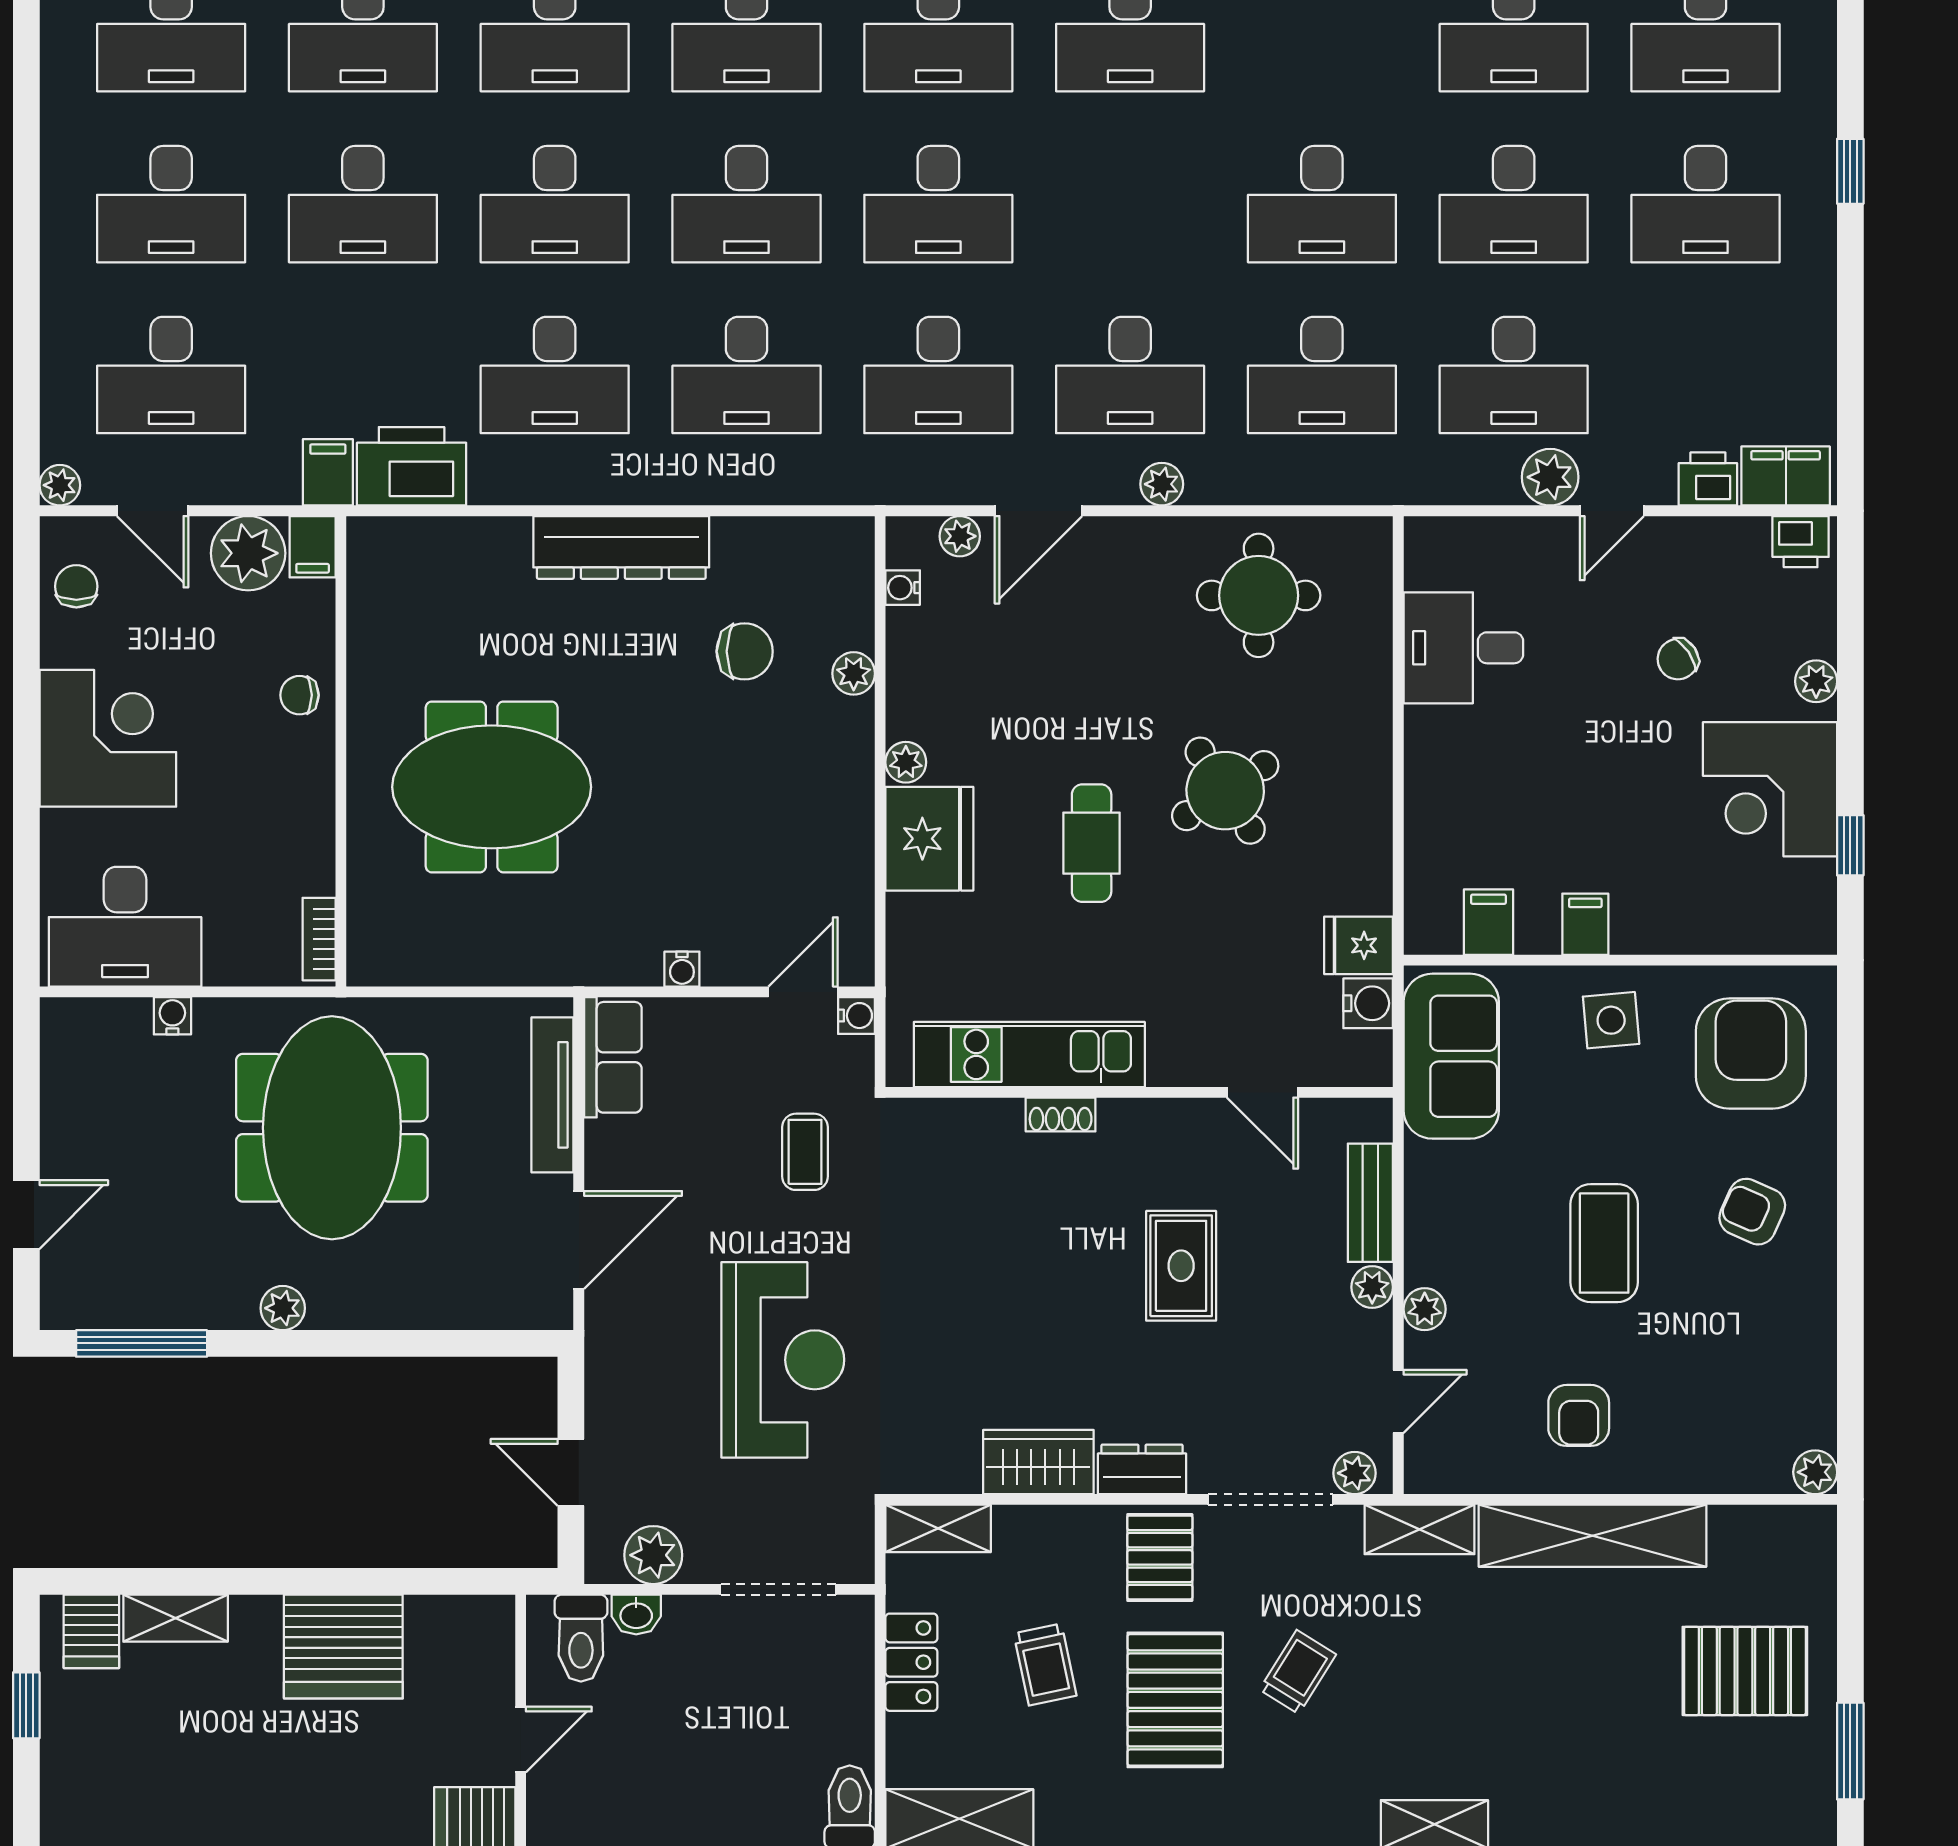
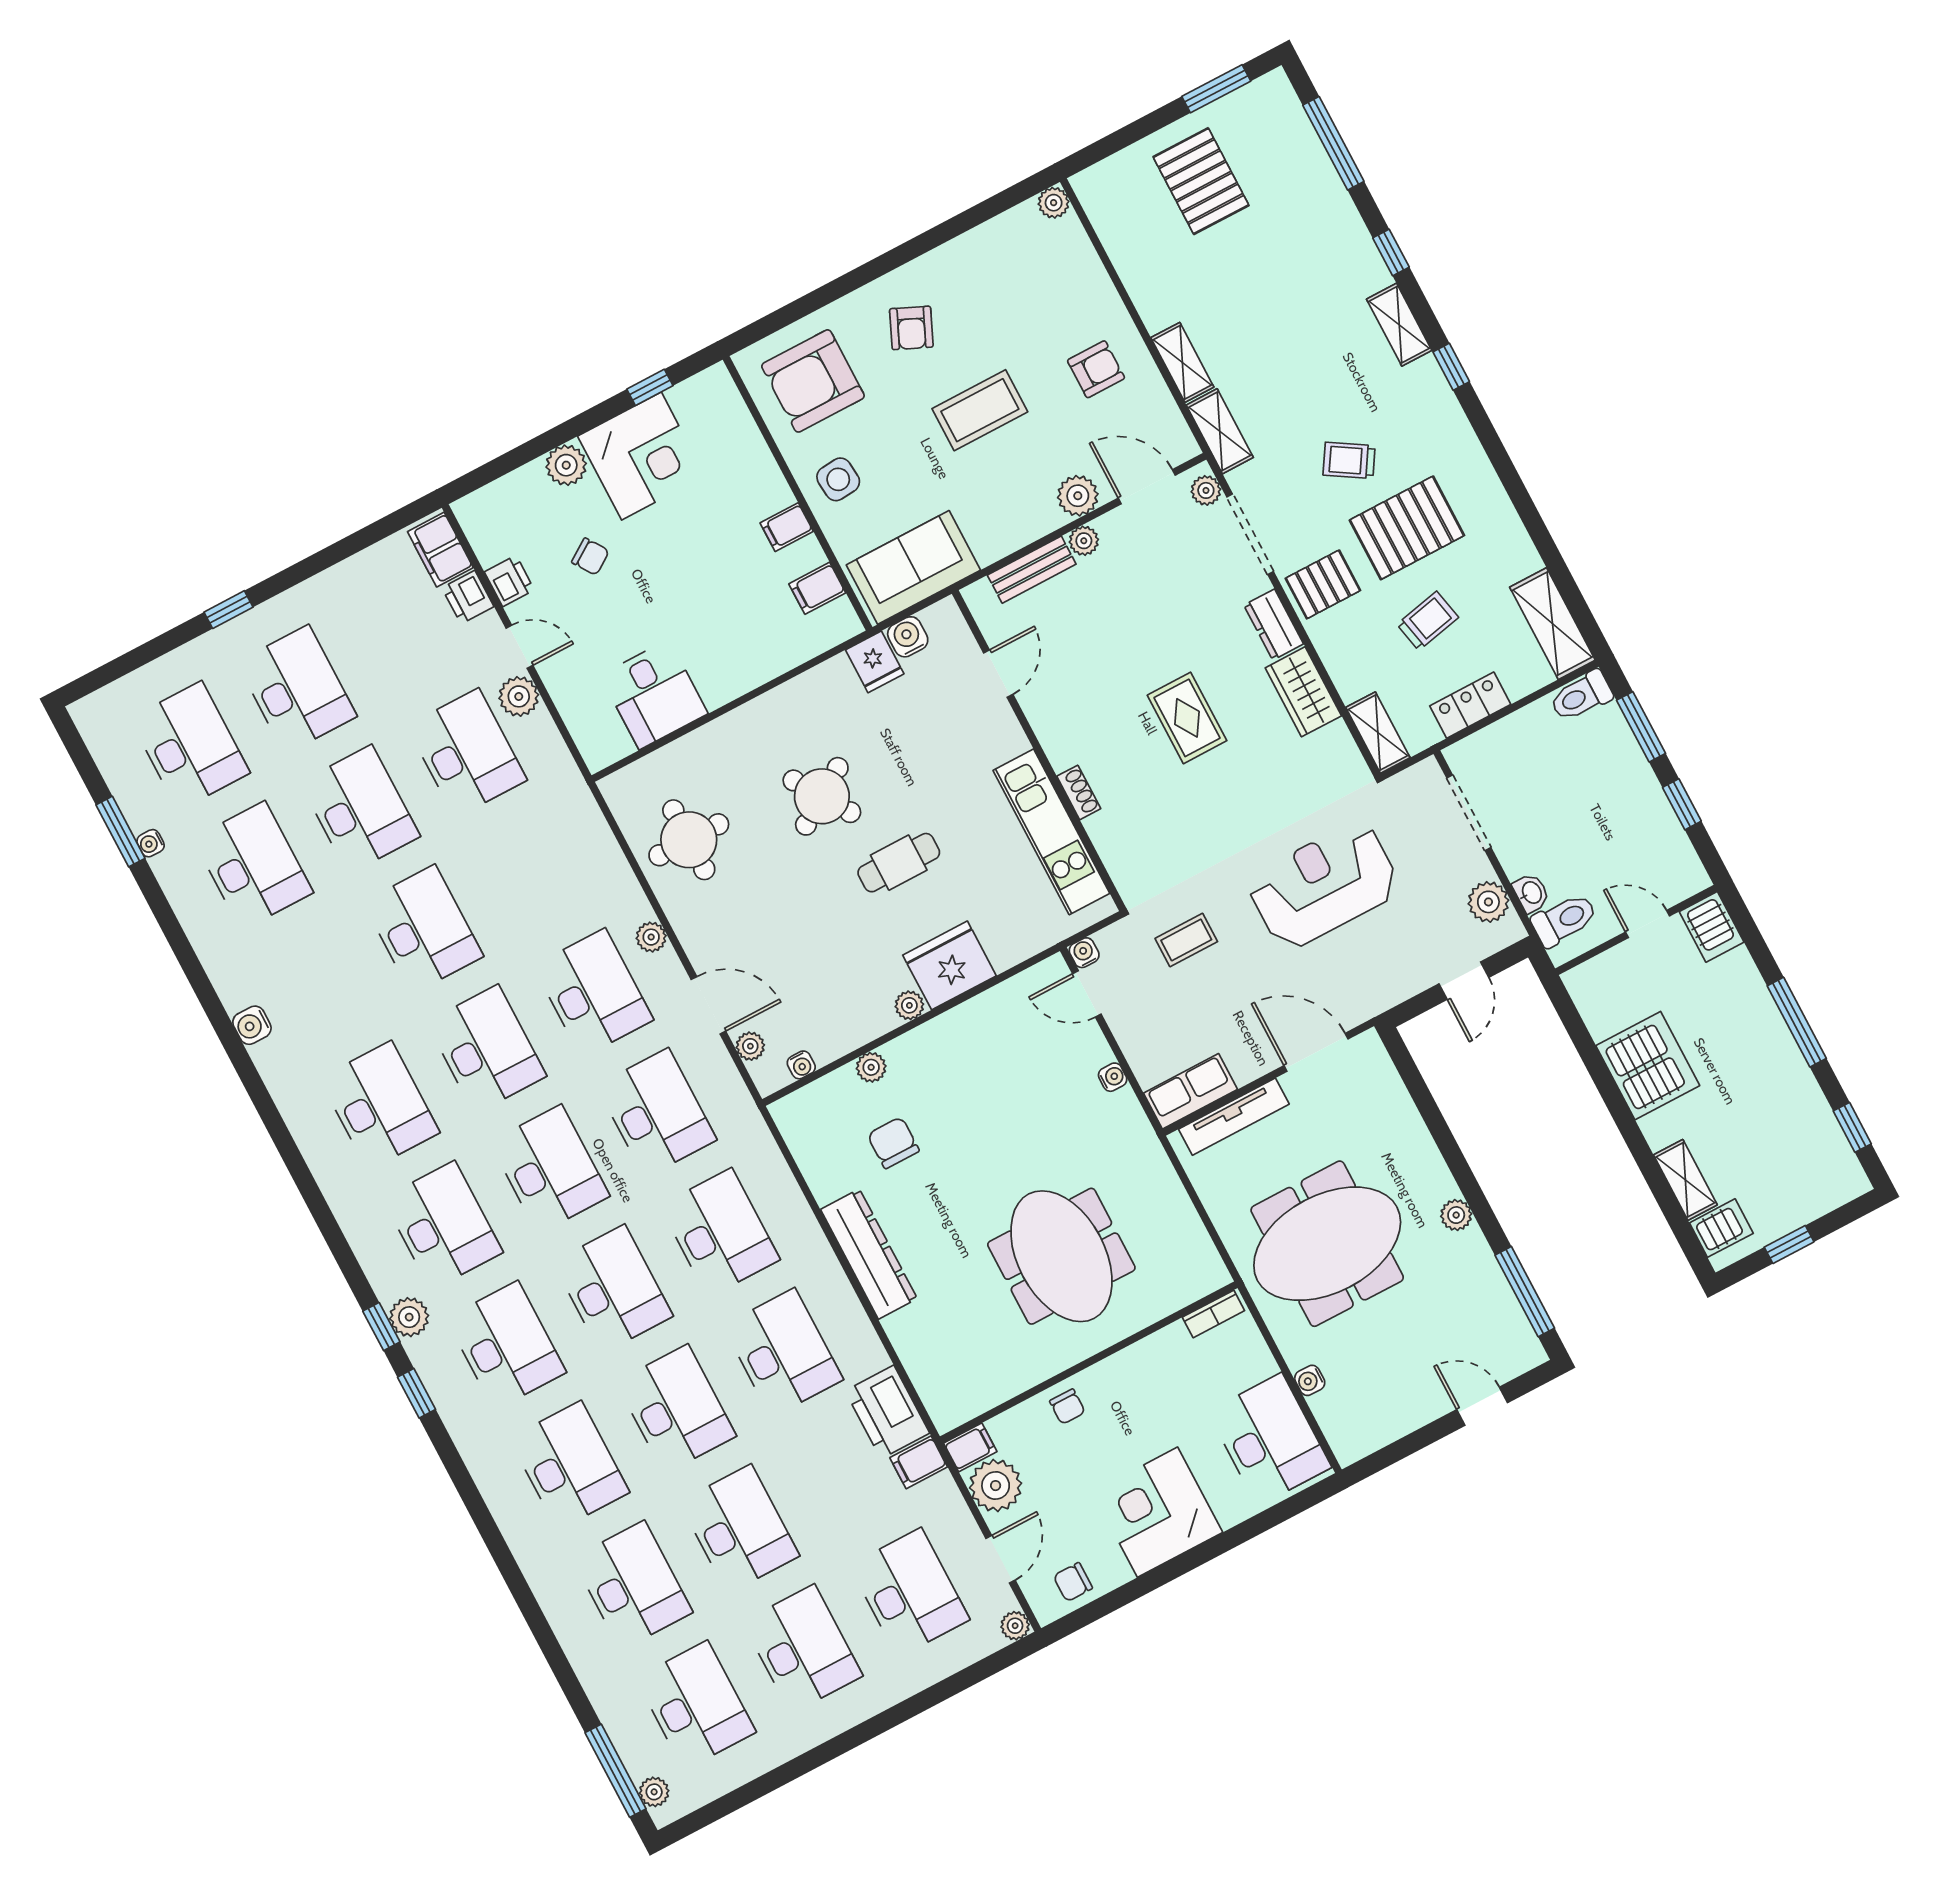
desk: (1322, 375) -> (486, 1049), moved
printer: (1801, 542) -> (509, 581), moved
plant: (1816, 681) -> (566, 465), width x1.38, depth x1.38
rug: (1181, 1266) -> (1187, 718), moved, turned 90
plant: (1425, 1309) -> (1078, 496), width x1.38, depth x1.38
door: (1398, 1401) -> (1147, 487), width x1.38
shelving: (1592, 1536) -> (1182, 362), width x0.45, depth x0.75

